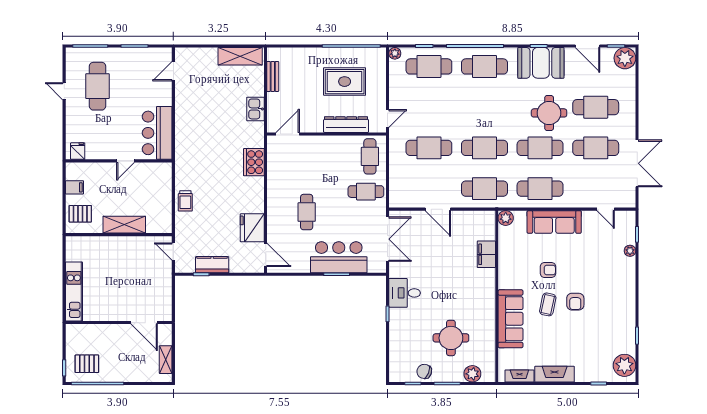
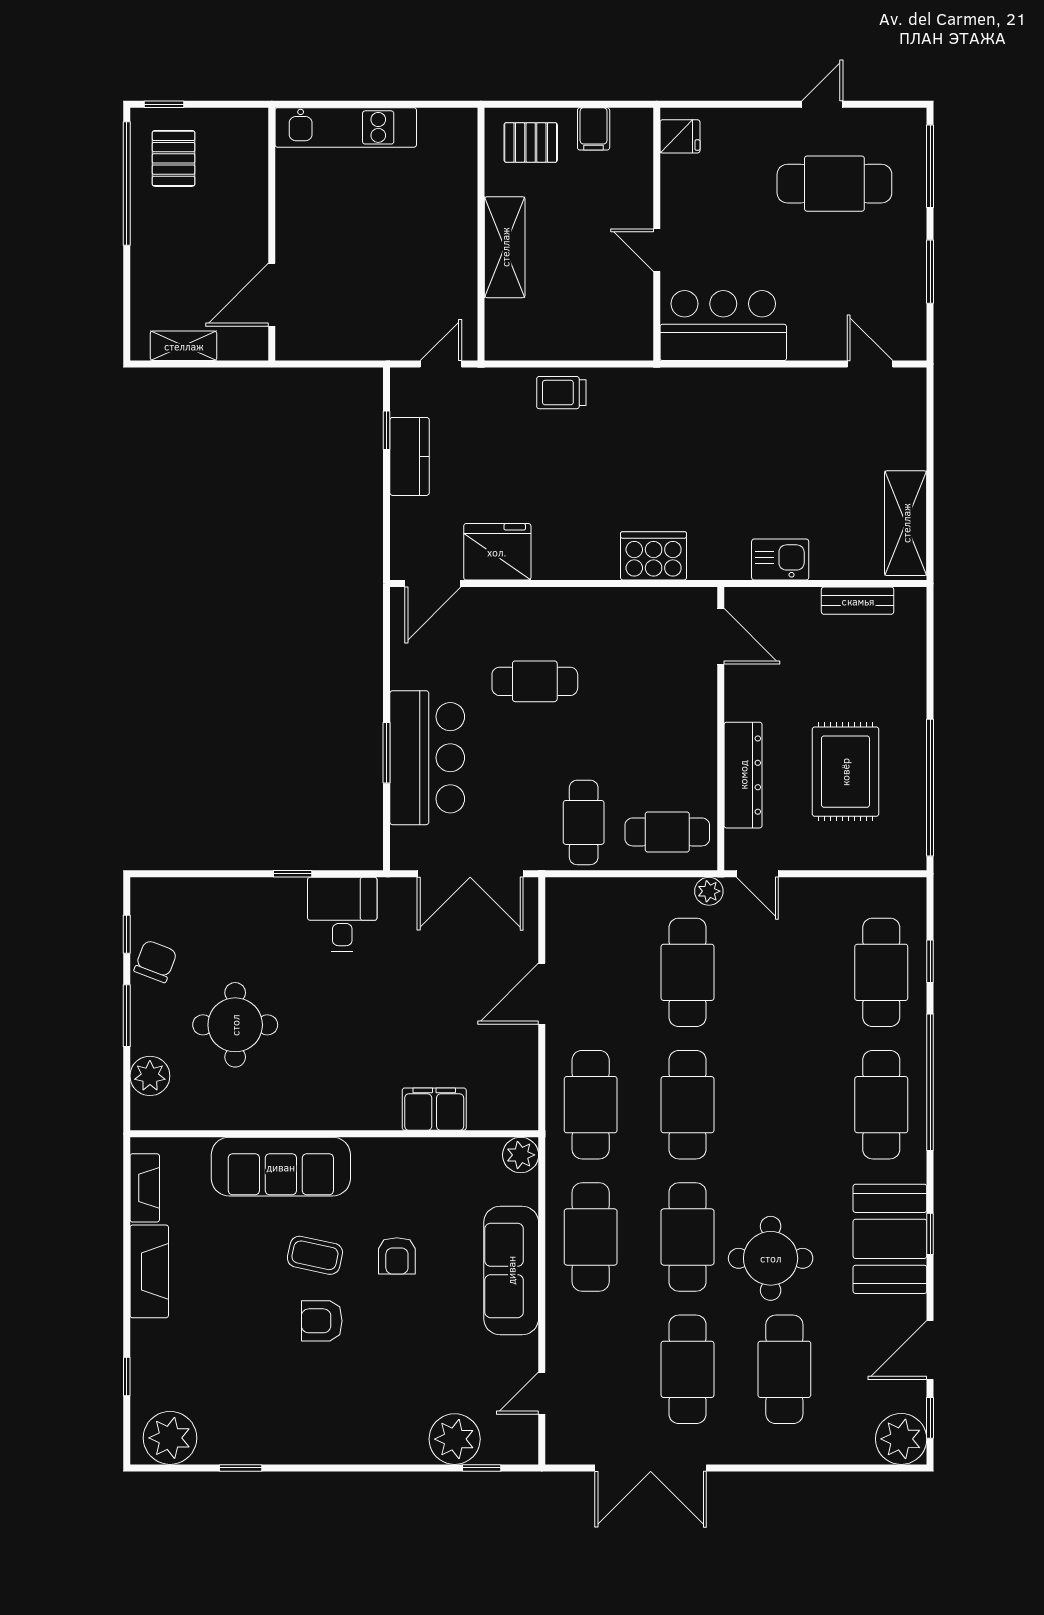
plant: (395, 53) -> (709, 891), moved
pallet: (80, 214) -> (531, 142), turned 90
plant: (630, 251) -> (455, 1439), width x1.88, depth x1.88

